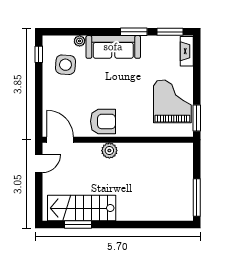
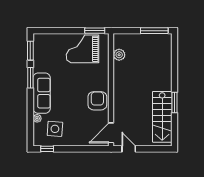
fireplace: (187, 51) -> (45, 38), removed
plant: (109, 151) -> (119, 55), moved
window: (78, 224) -> (174, 102), moved

